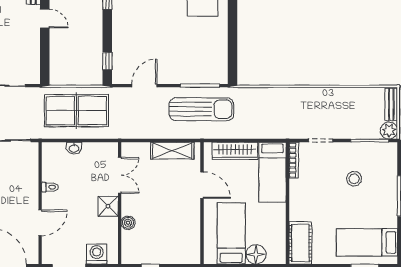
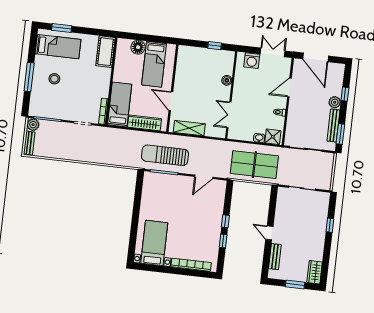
window: (107, 61) -> (225, 221), moved
stool: (354, 179) -> (54, 79), moved
shower: (108, 206) -> (273, 137), moved

